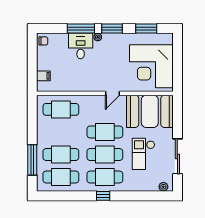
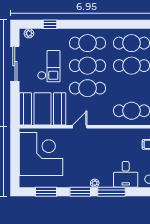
desk: (81, 46) -> (126, 174), moved
window: (103, 196) -> (50, 24), moved

